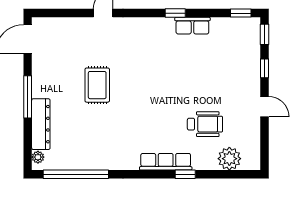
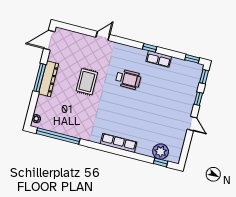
dresser: (41, 124) -> (49, 79), moved
wheelchair: (205, 124) -> (128, 79), moved
window: (185, 174) -> (161, 162), moved

